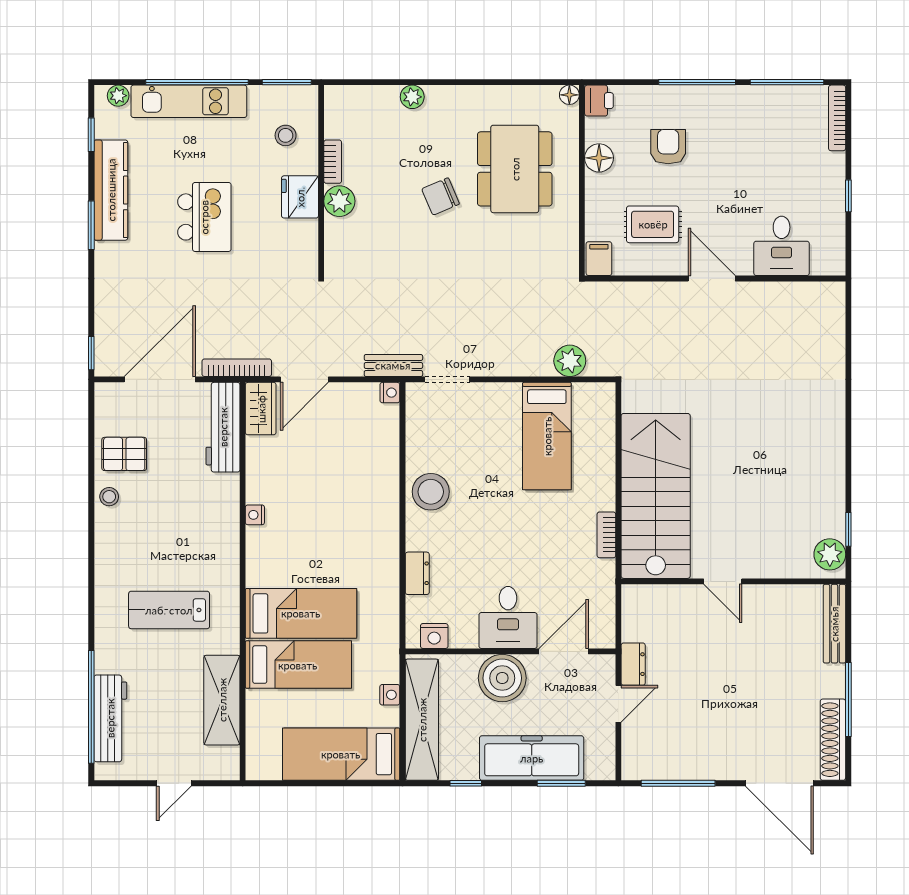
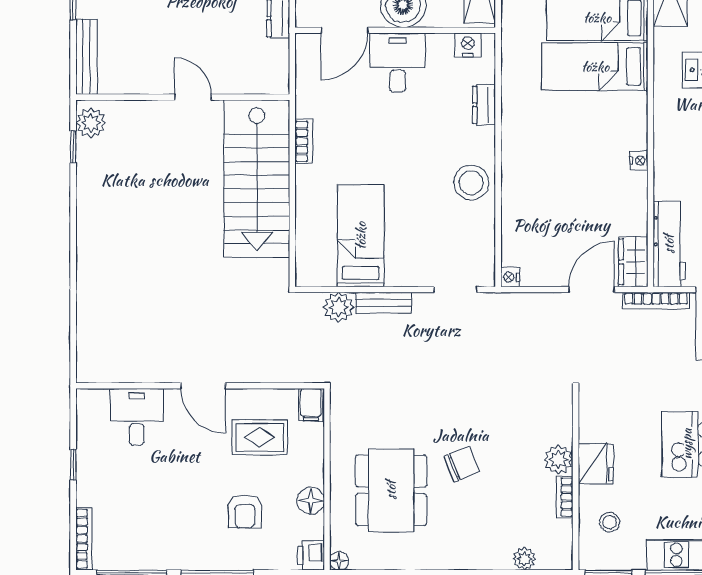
plant: (412, 97) -> (524, 559), moved
bench: (393, 365) -> (384, 303), moved

